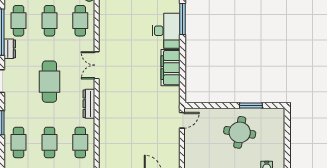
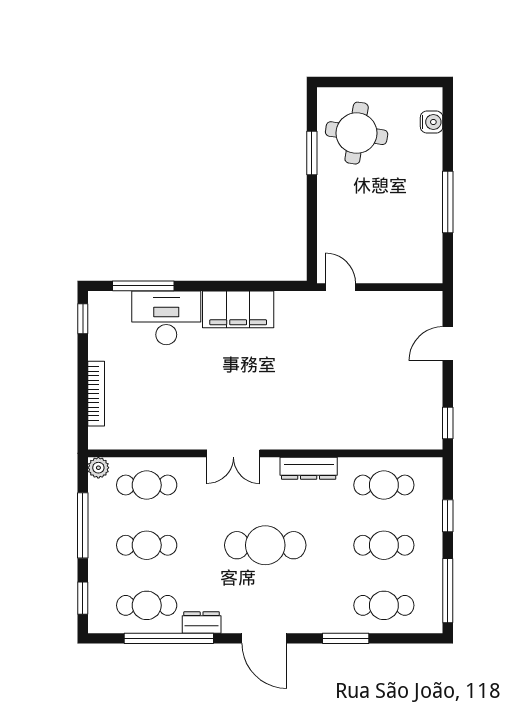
round table: (240, 132) -> (357, 133), moved

